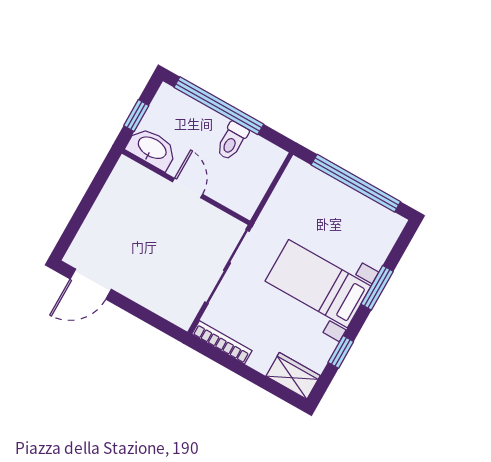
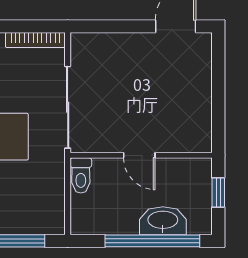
toilet: (232, 141) -> (81, 175), moved, turned 180
washbasin: (152, 148) -> (163, 221), moved, turned 180

